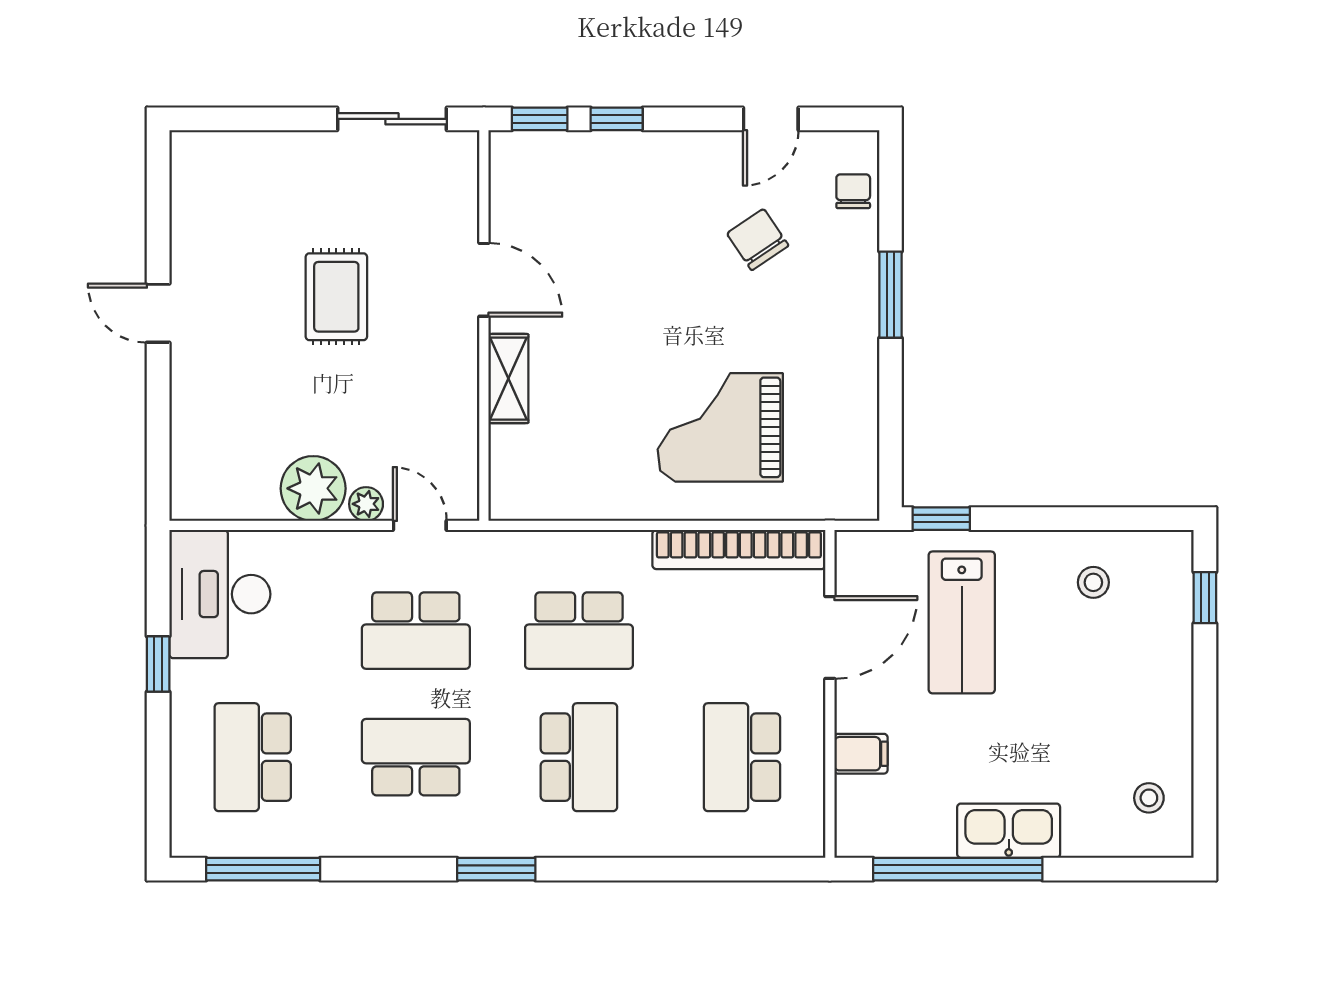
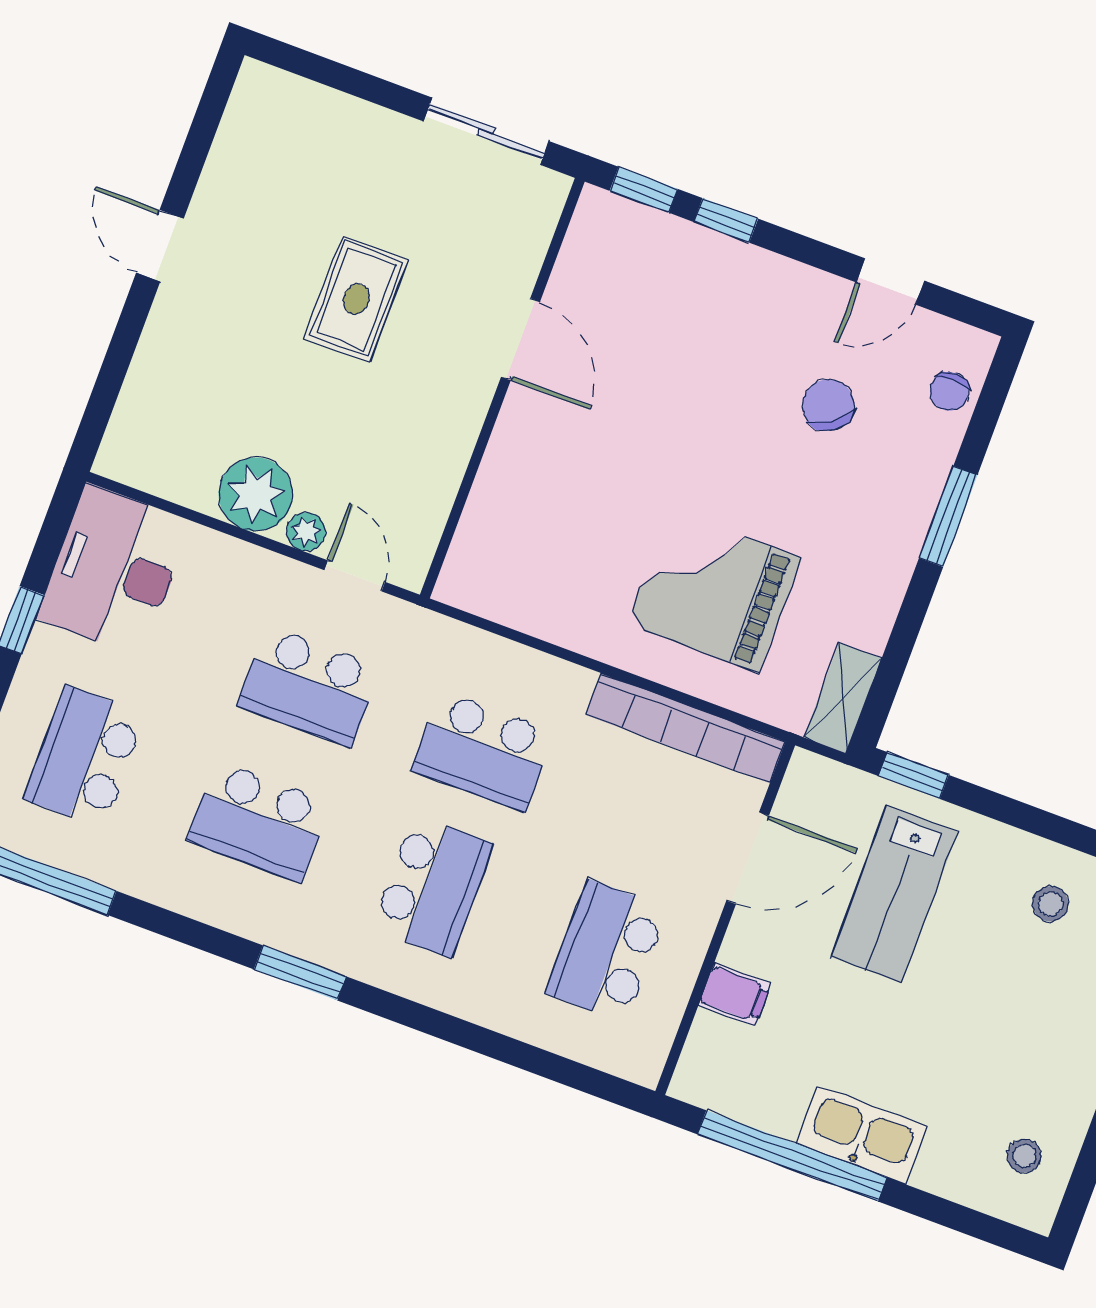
chair: (853, 191) -> (949, 391), turned 180
shelving: (508, 379) -> (843, 698), moved
school desk: (416, 757) -> (259, 822), turned 180

